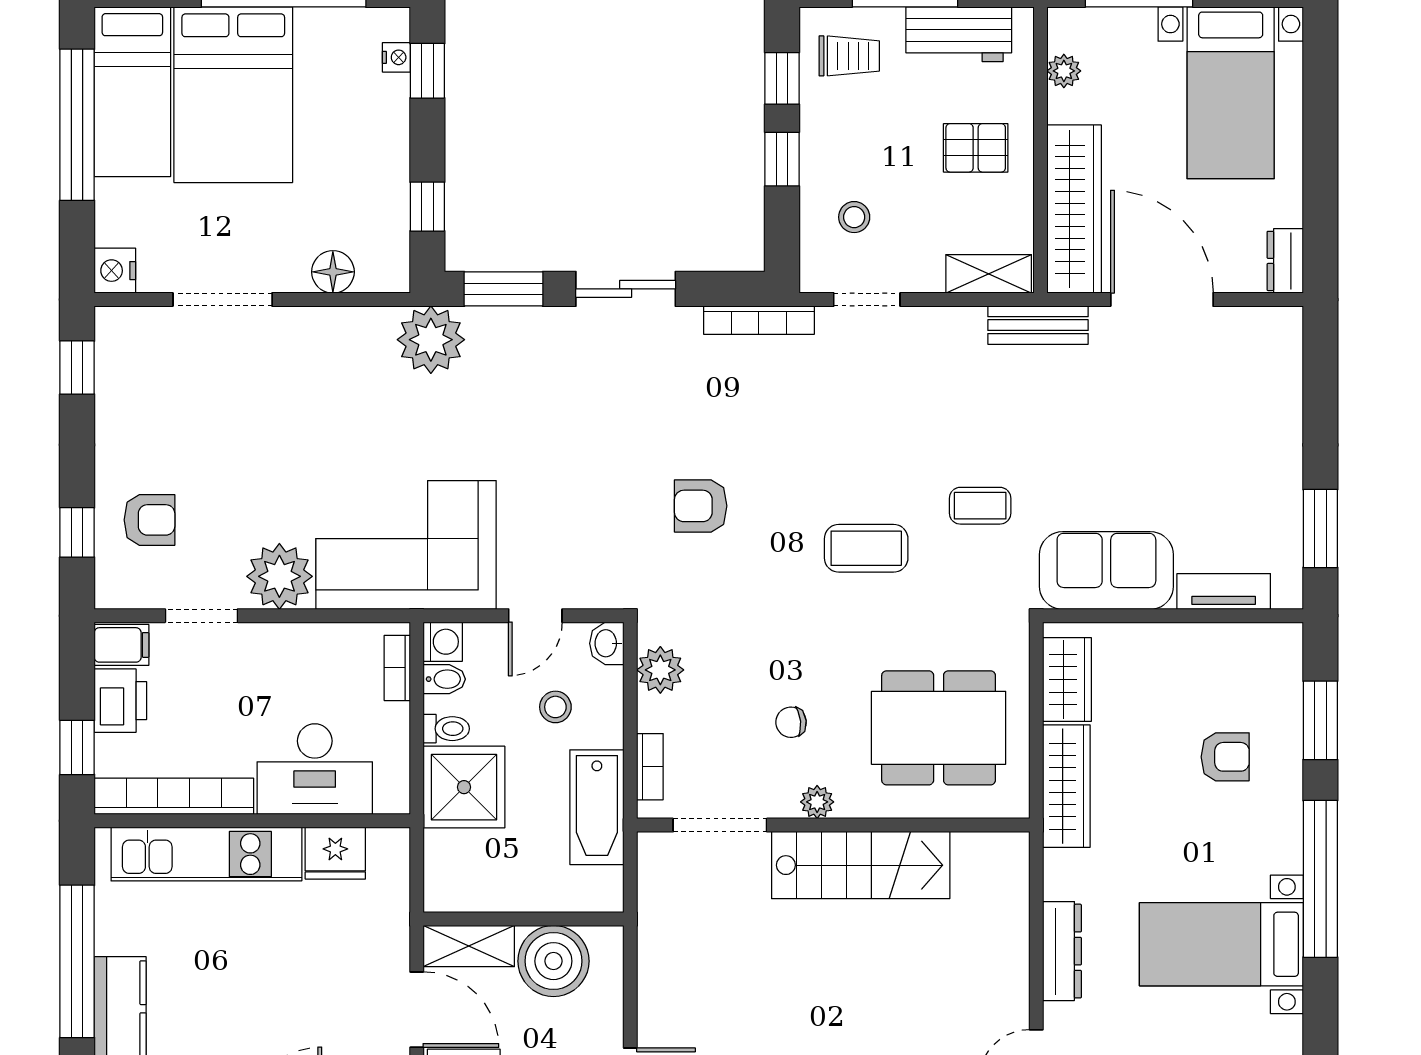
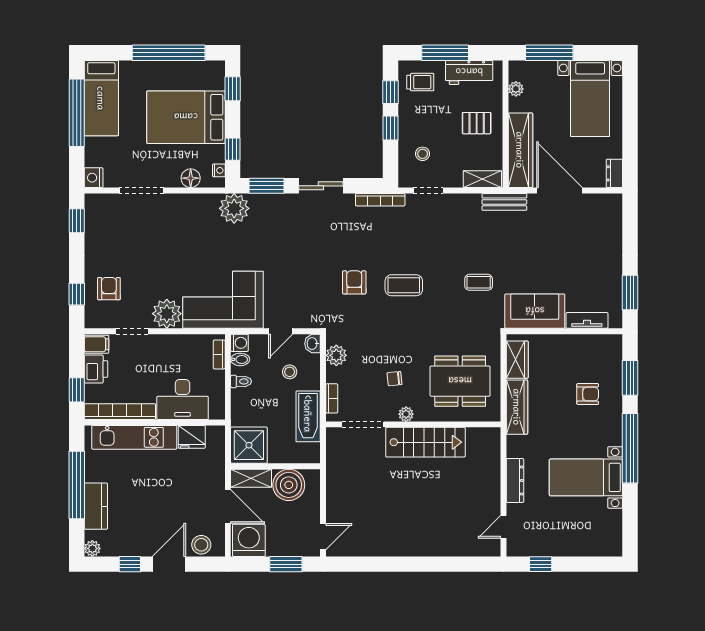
nightstand: (396, 57) -> (219, 170), moved
bed: (233, 95) -> (186, 117), moved, turned 90
armchair: (701, 506) -> (354, 282), turned 90
armchair: (149, 520) -> (109, 289), turned -90
coffee table: (866, 548) -> (404, 285), moved
shower: (464, 787) -> (249, 445), moved

